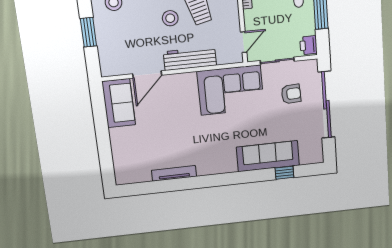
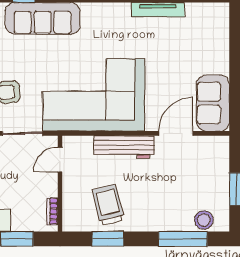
stool: (170, 18) -> (142, 196), removed
corner sofa: (231, 90) -> (94, 95), width x1.36, depth x1.36

